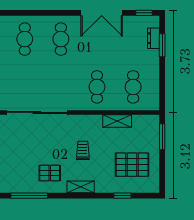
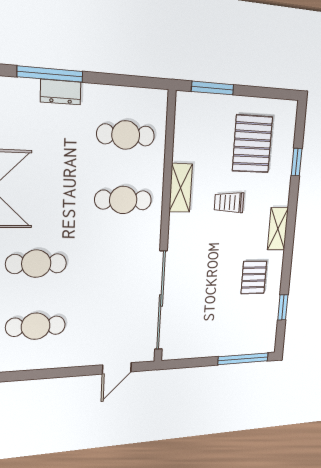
dresser: (154, 38) -> (61, 92), moved
window: (162, 45) -> (50, 74), width x1.44
shelving: (117, 121) -> (181, 188), moved
trolley: (83, 150) -> (229, 202), moved
window: (29, 196) -> (283, 307), width x0.46

